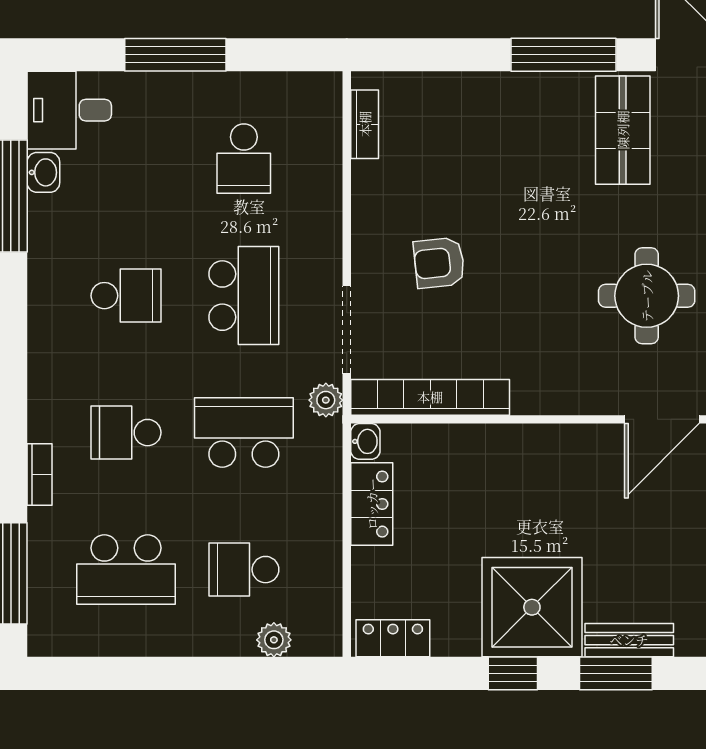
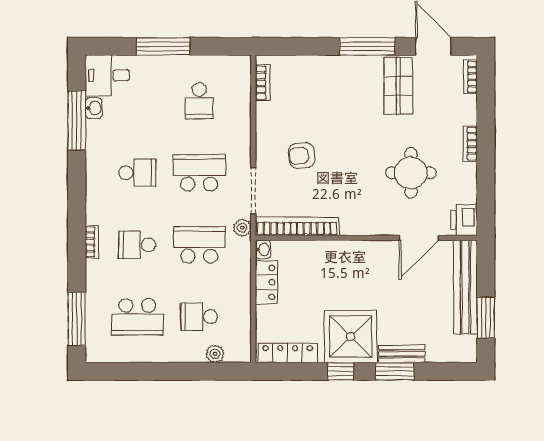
school desk: (244, 296) -> (199, 173), turned -90
bookcase: (40, 474) -> (92, 242), moved
locker: (393, 638) -> (288, 353), width x1.53

